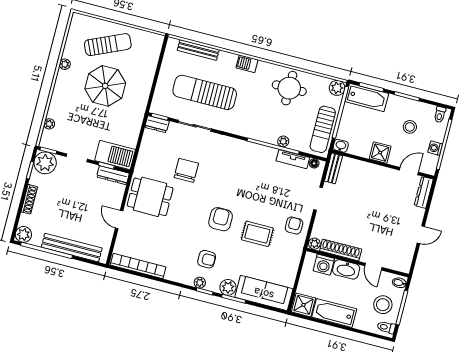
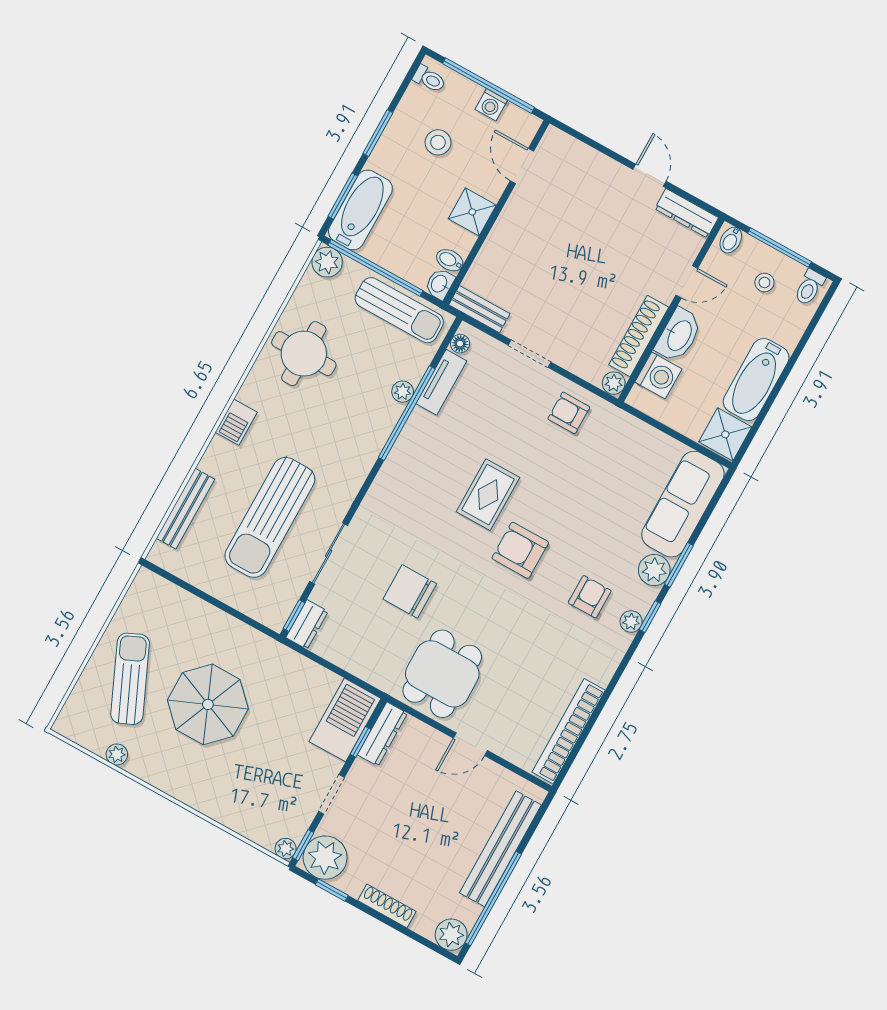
plant: (65, 64) -> (117, 754), moved
plant: (49, 124) -> (286, 849), moved
bidet: (354, 148) -> (450, 260), added
dresser: (424, 192) -> (687, 213), moved
rug: (257, 234) -> (488, 495), moved
stool: (383, 305) -> (764, 283), width x0.53, depth x0.53

